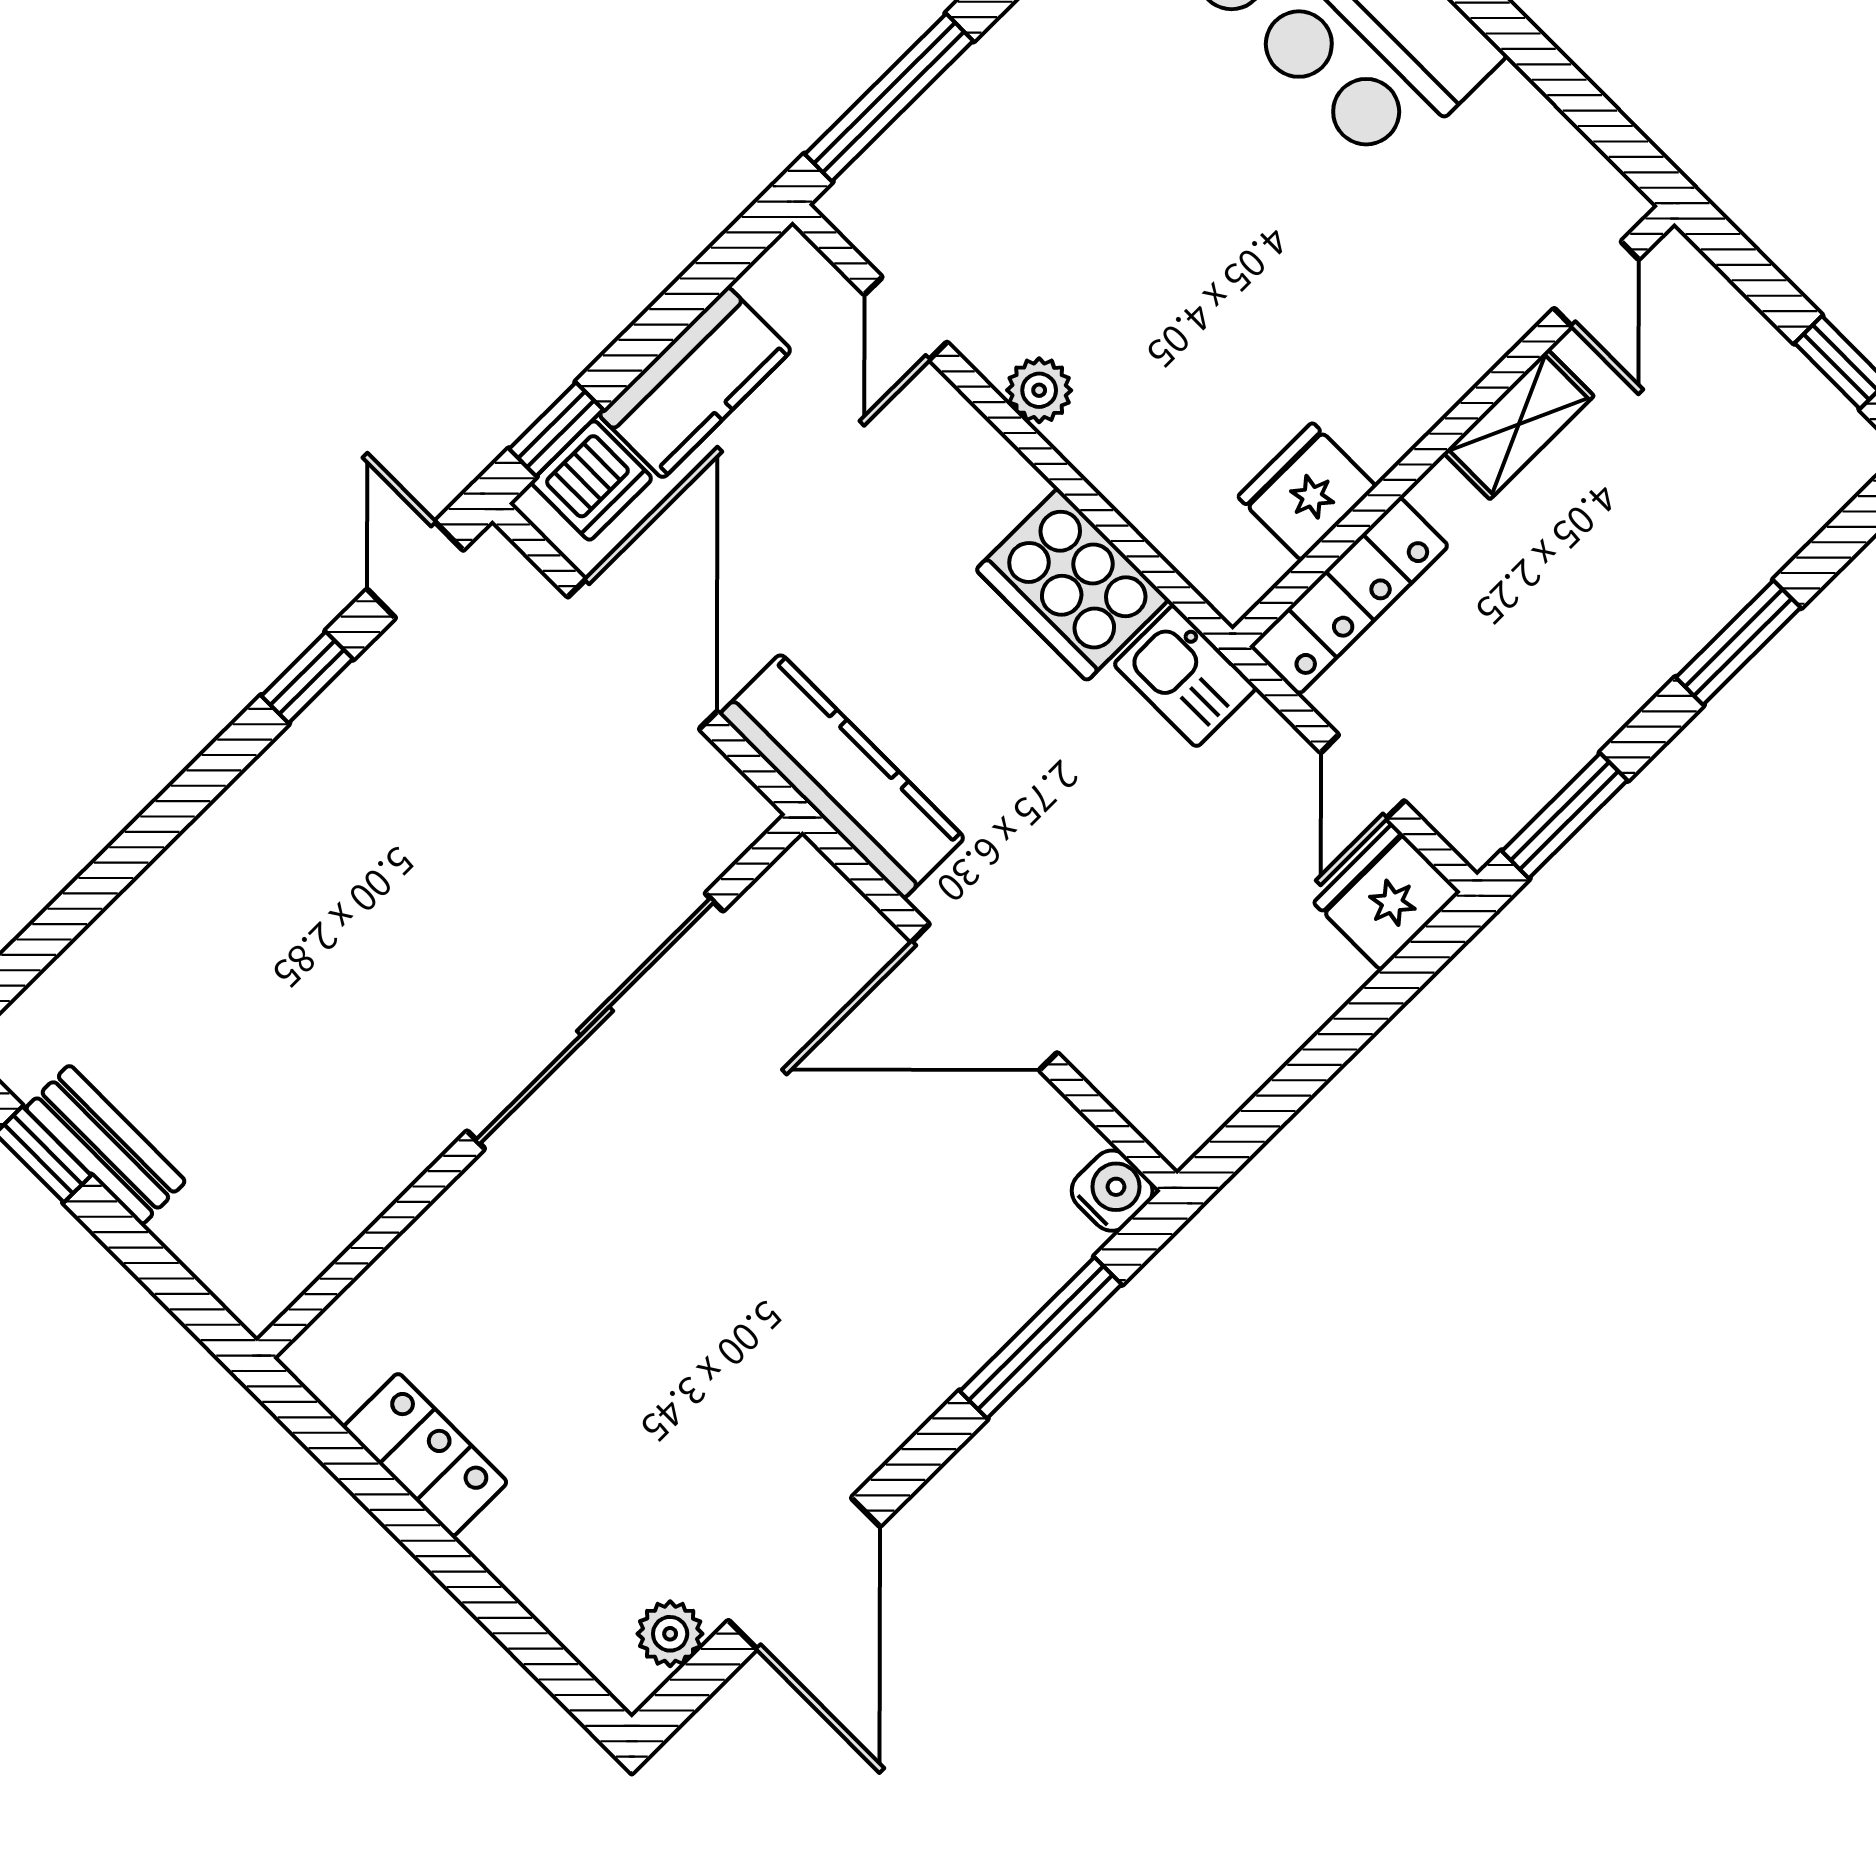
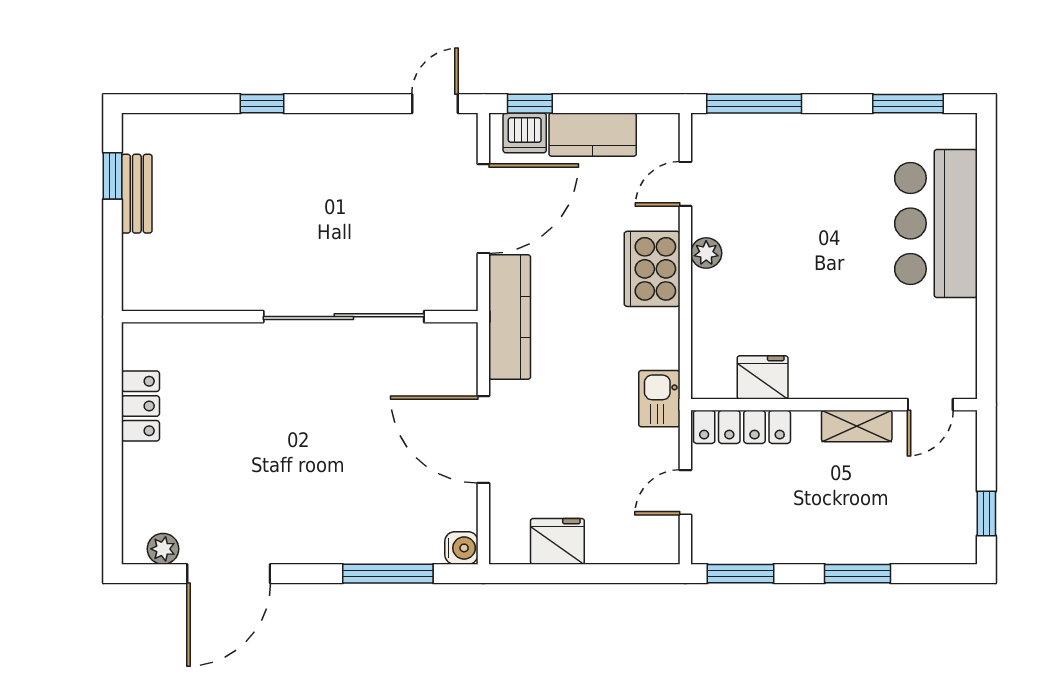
cooker: (1072, 585) -> (652, 269), moved
window: (307, 677) -> (262, 104), moved
fridge: (1387, 897) -> (557, 541), moved

